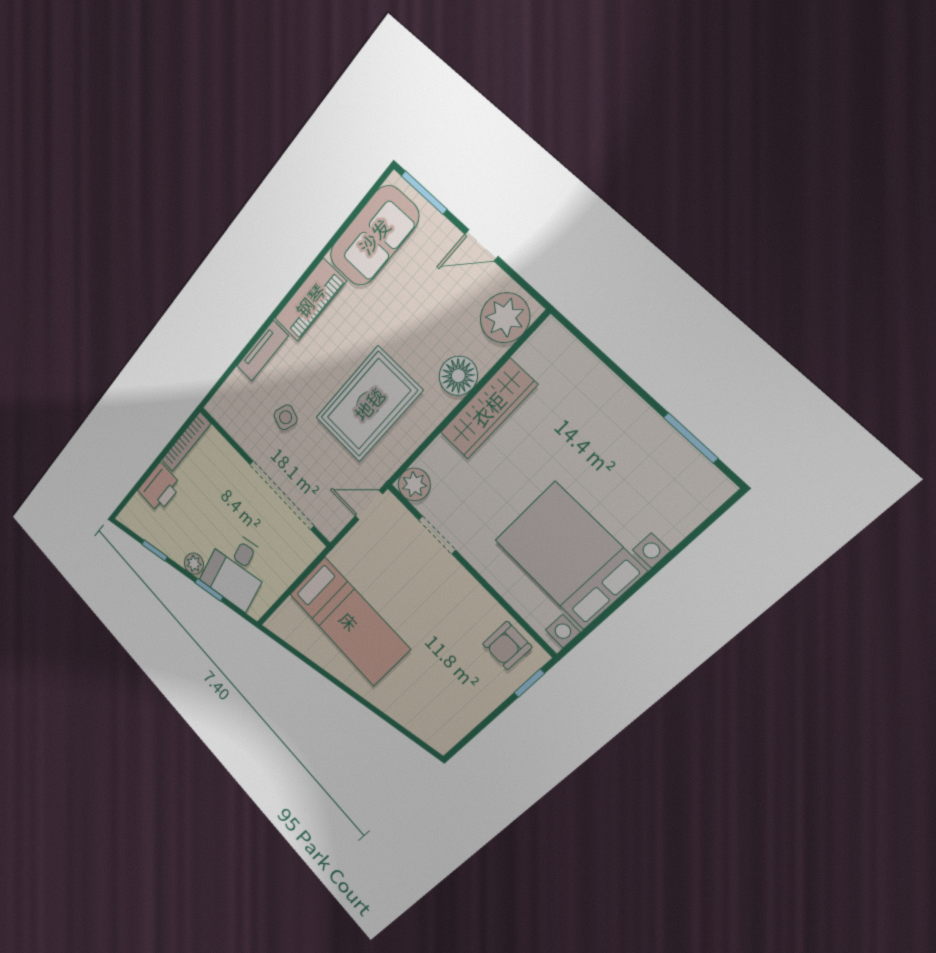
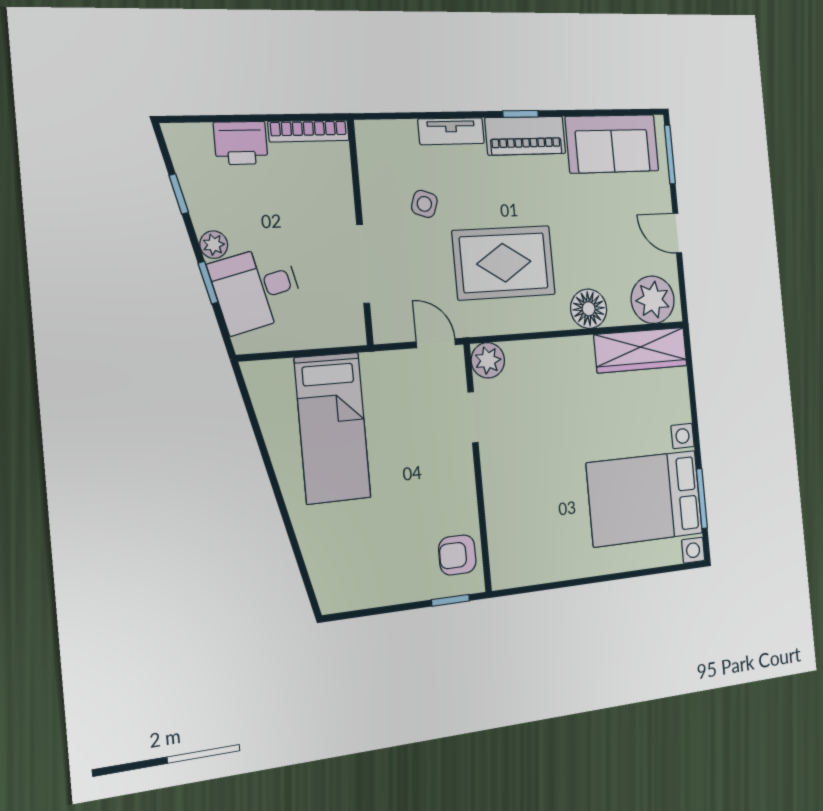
window: (295, 289) -> (521, 114), added
wardrobe: (488, 409) -> (641, 350), moved
doorway: (282, 495) -> (363, 264), width x0.73
bed with nightstands: (569, 555) -> (645, 498), moved, turned -90

